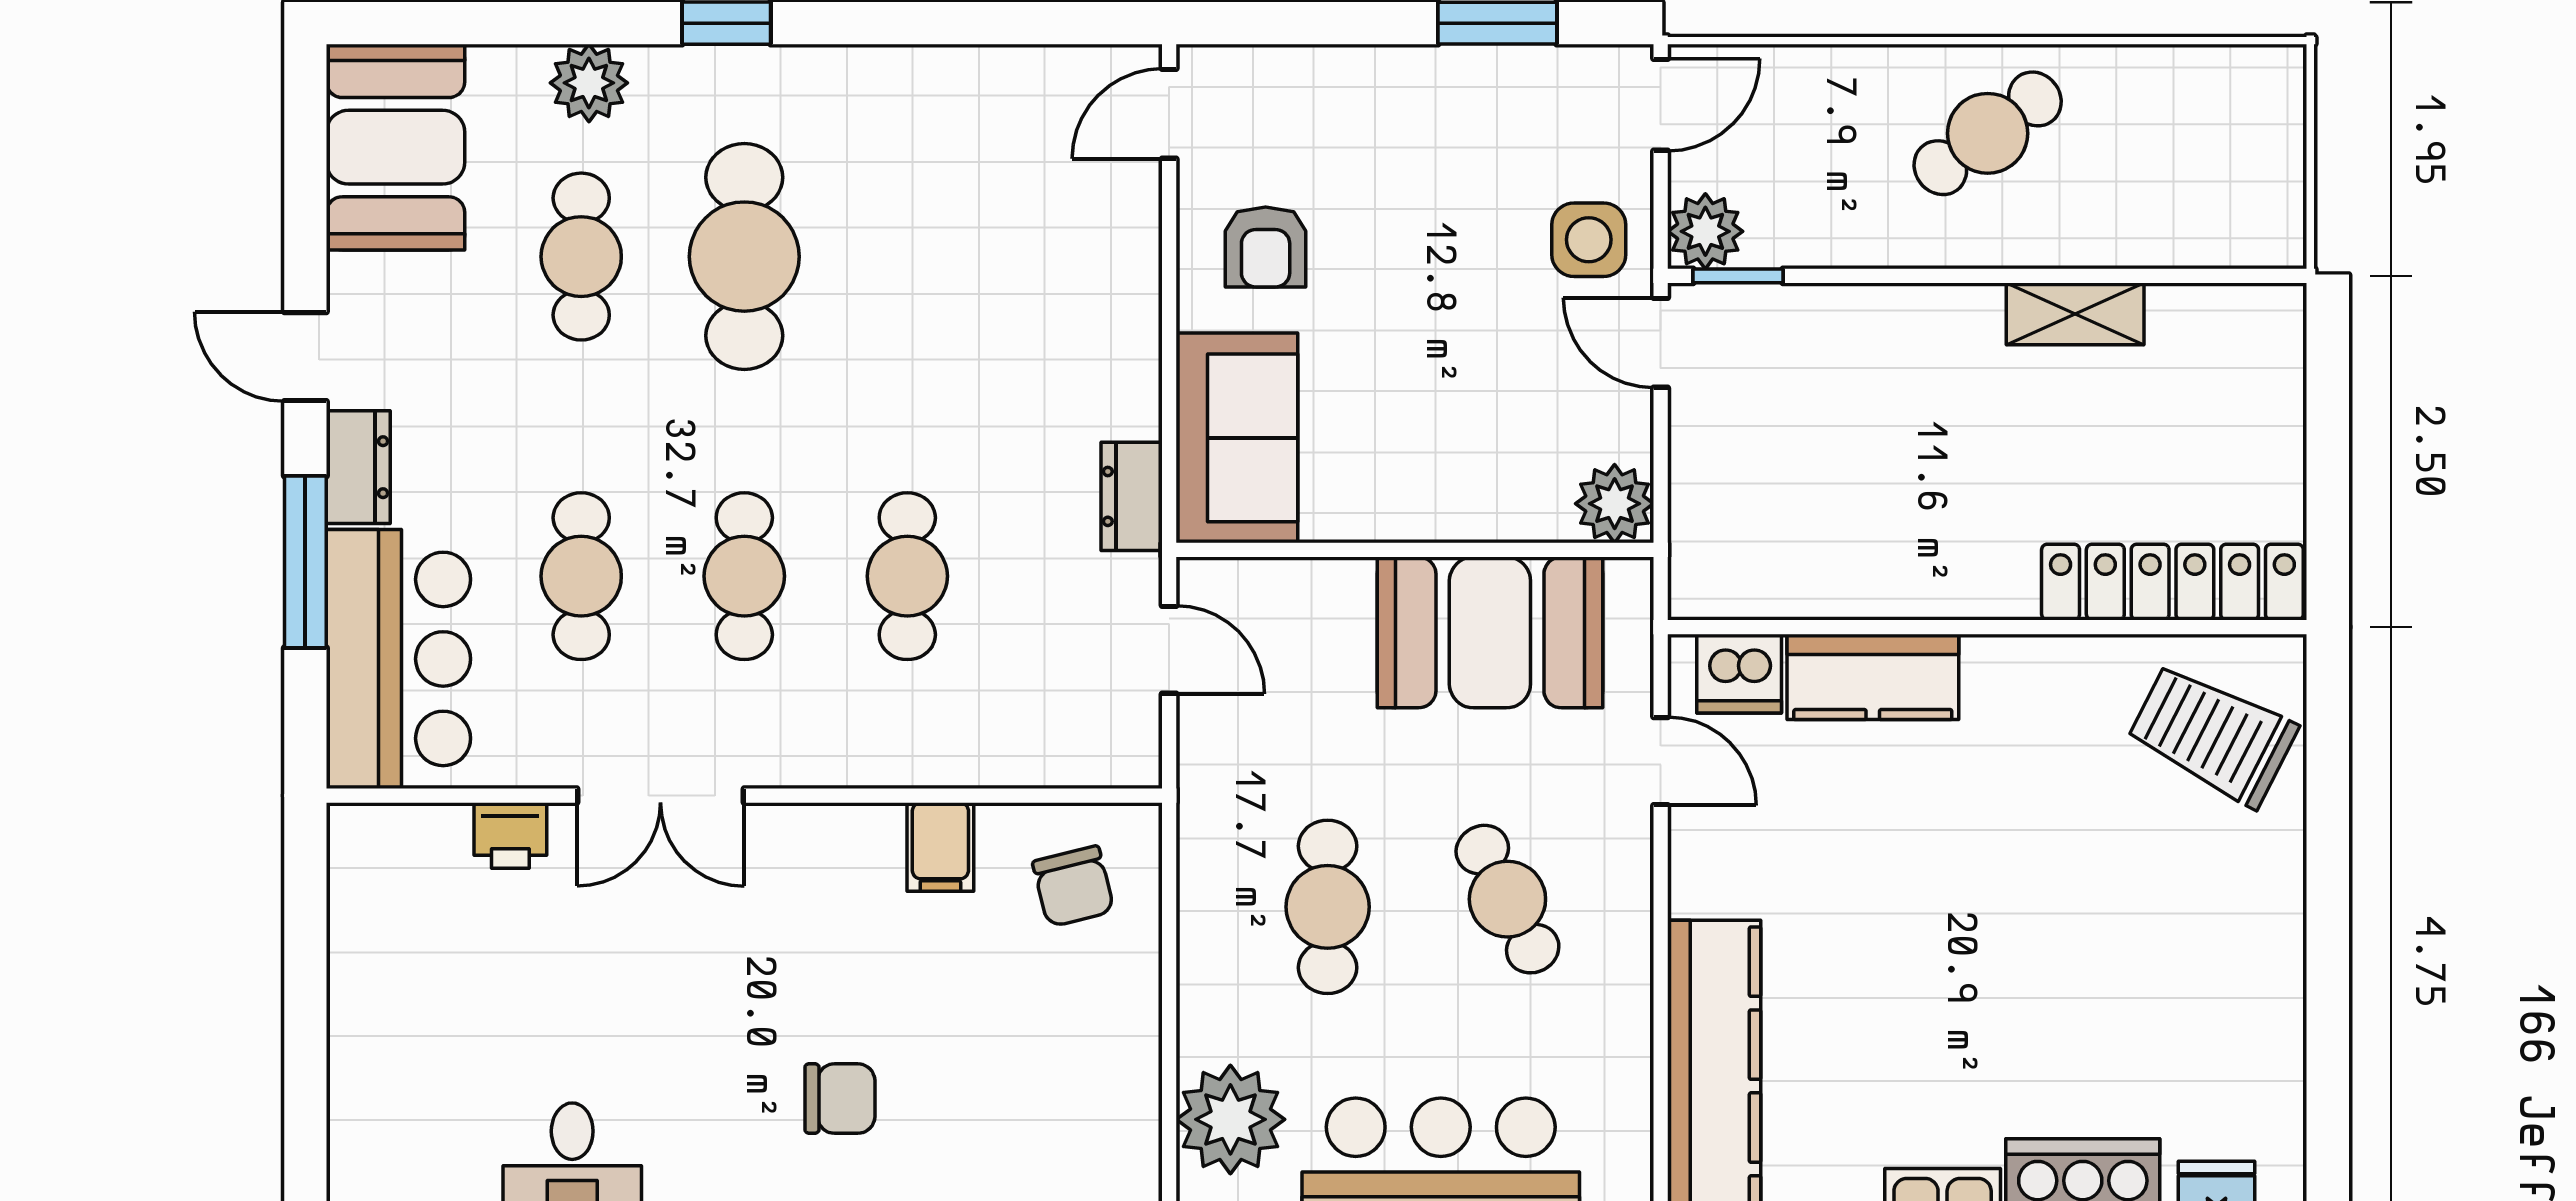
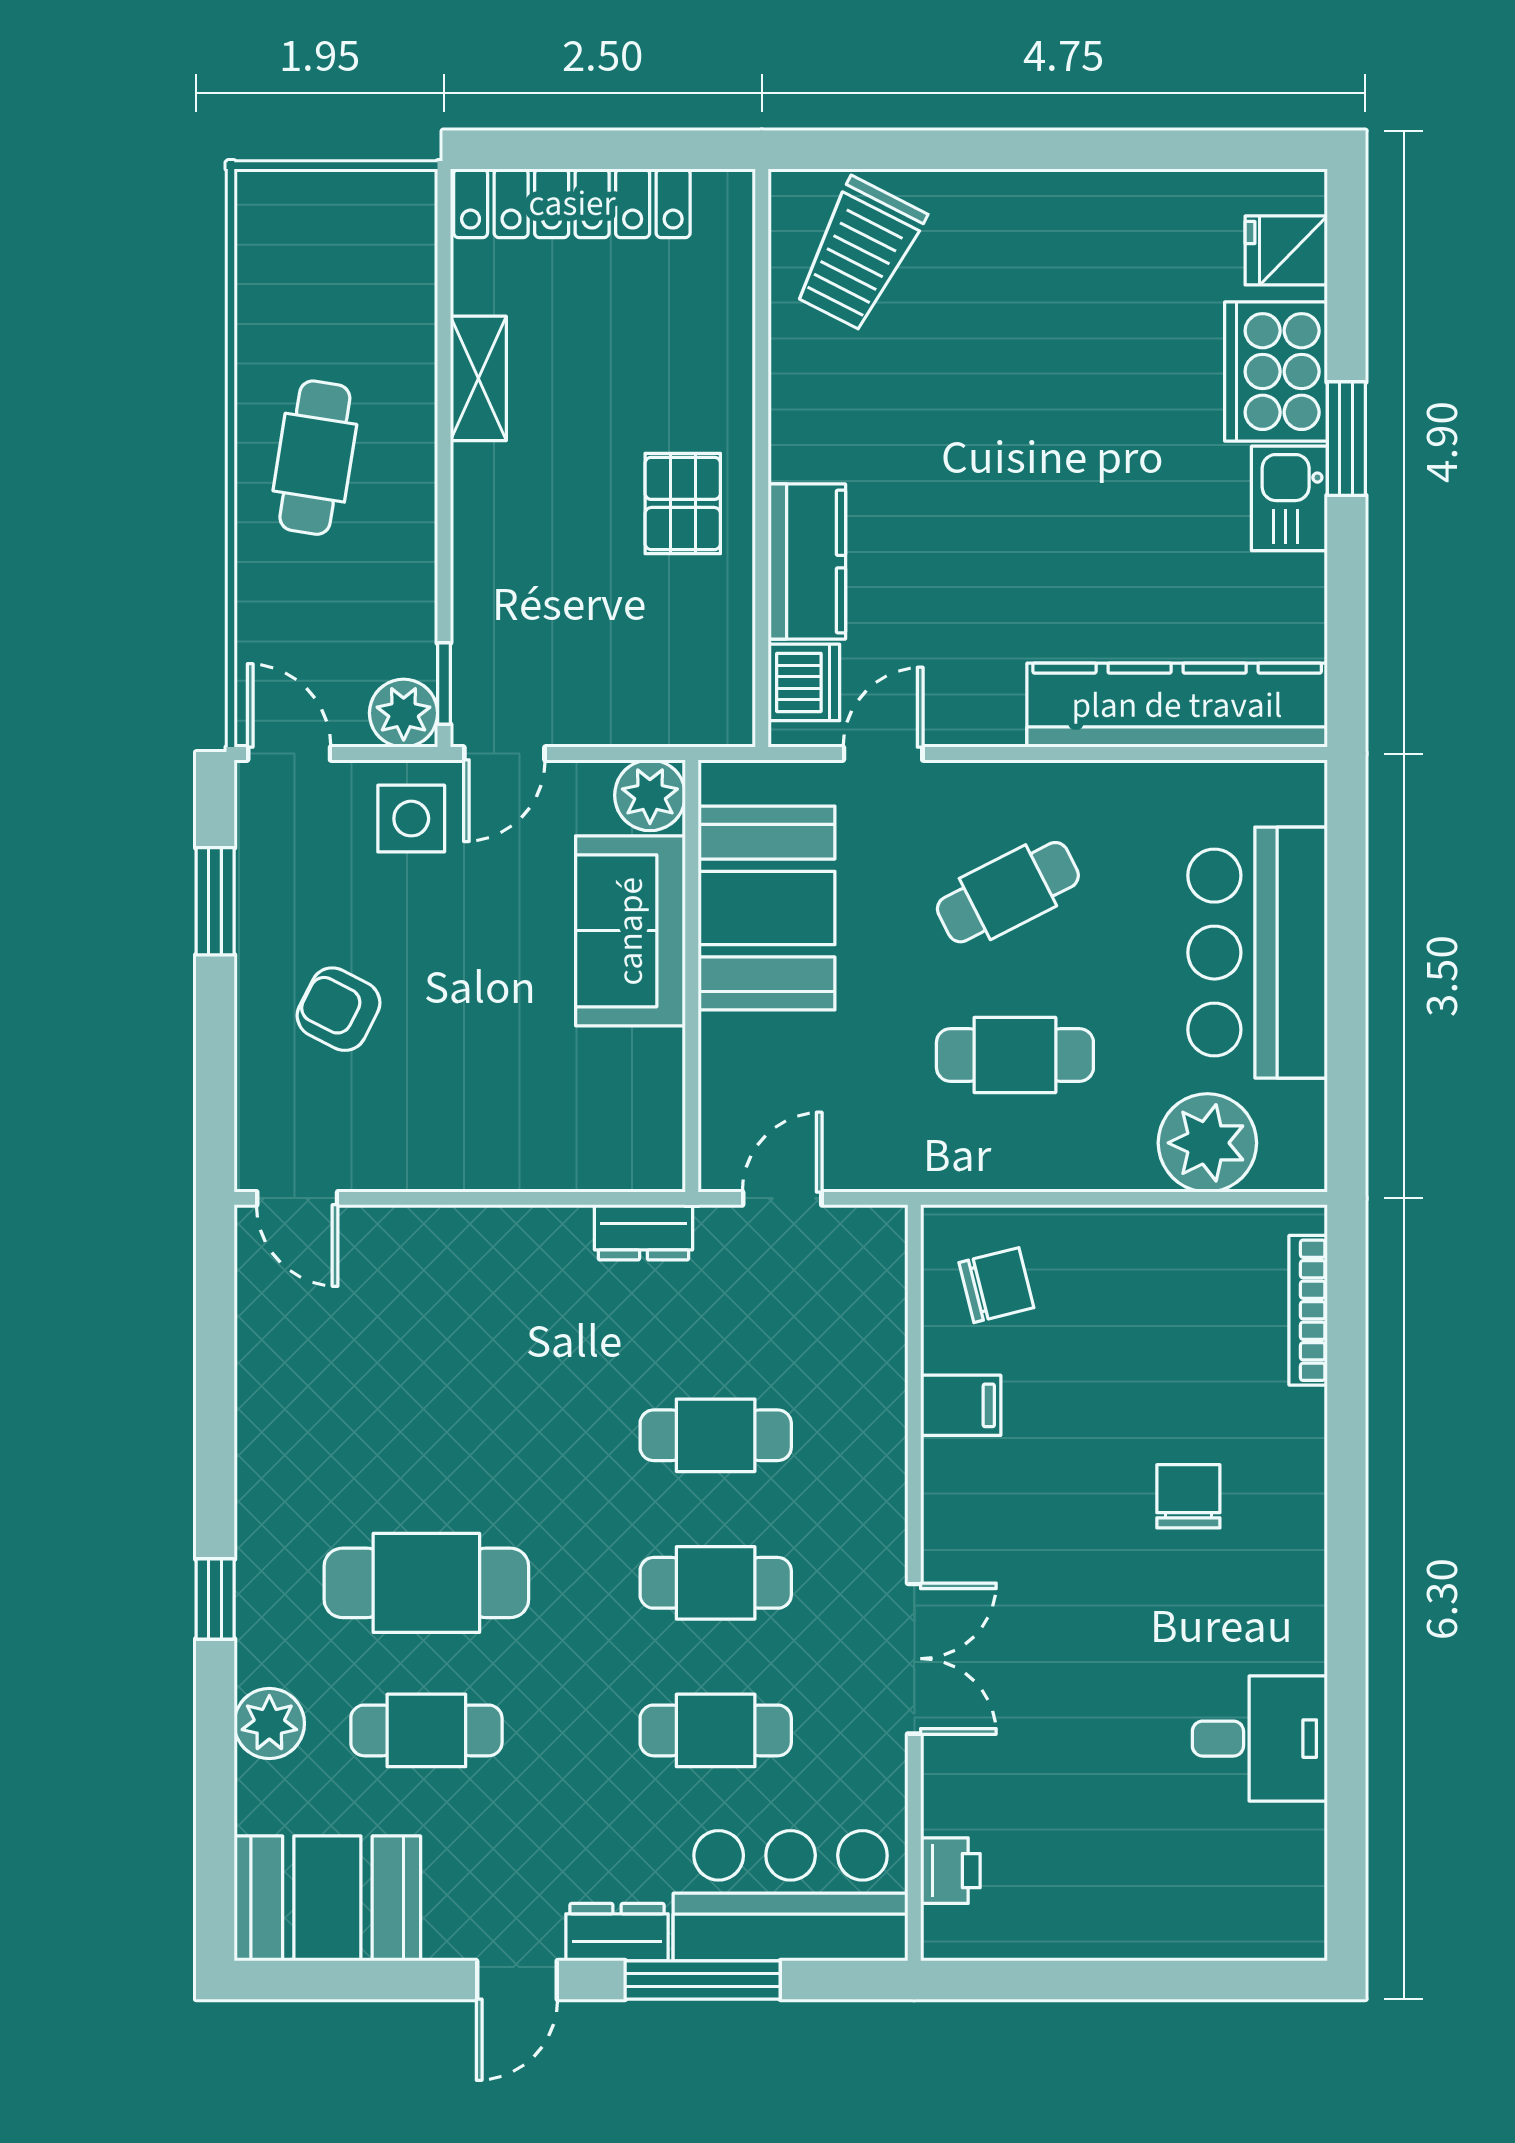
cafe table: (1988, 133) -> (315, 458), turned 45
armchair: (1266, 247) -> (339, 1009), moved, turned -153
sofa: (1237, 438) -> (630, 931), moved, turned -90
pallet: (1937, 540) -> (683, 503), added
locker: (2172, 582) -> (572, 203), moved, turned -90
printer: (510, 836) -> (950, 1871), moved

